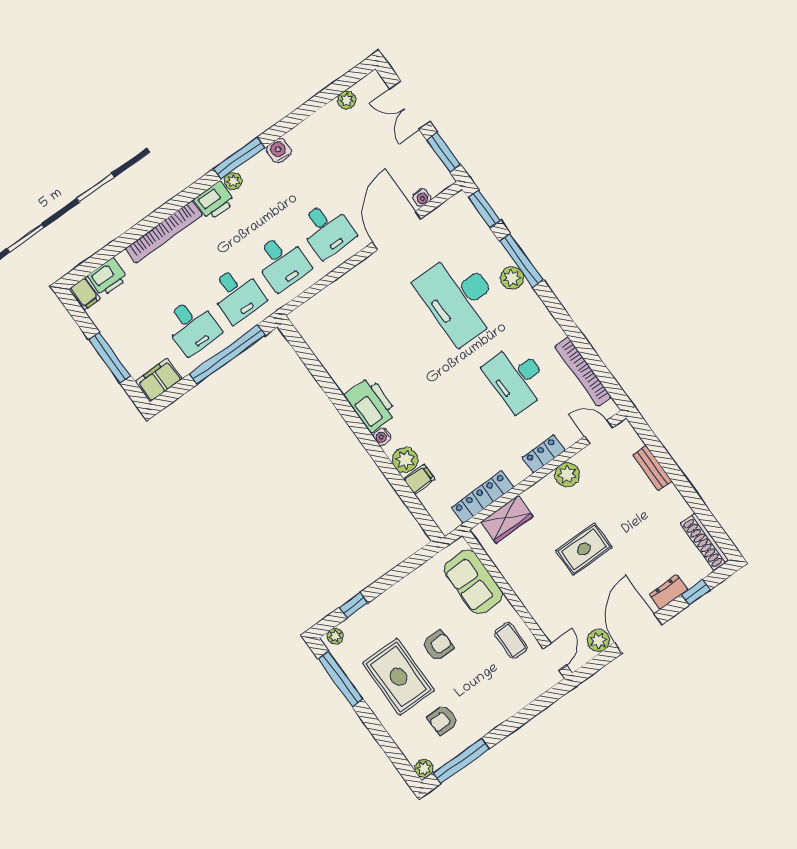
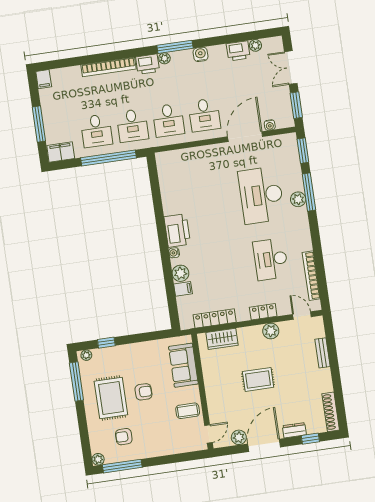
printer: (108, 277) -> (238, 51), moved
coffee table: (511, 640) -> (188, 411), turned 90

